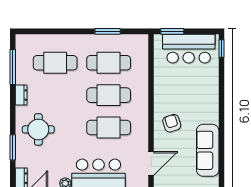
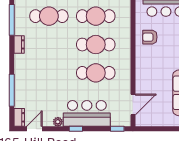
armchair: (172, 123) -> (150, 37), moved, turned -72
round table: (38, 129) -> (34, 75), removed
window: (13, 147) -> (12, 90), width x1.44

